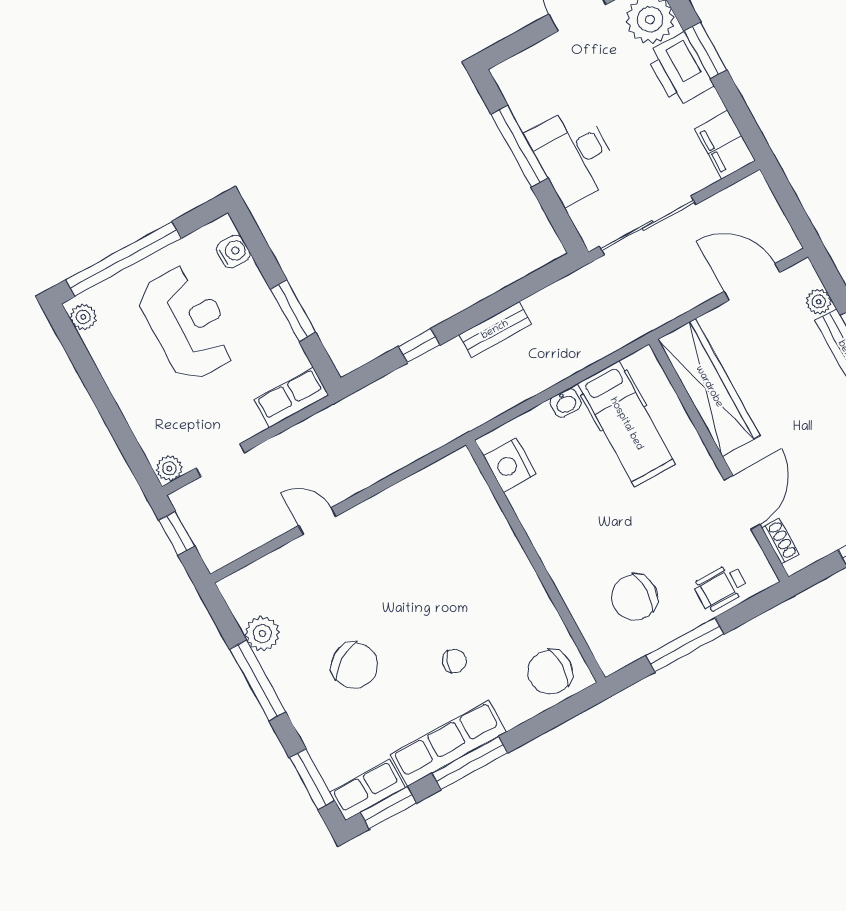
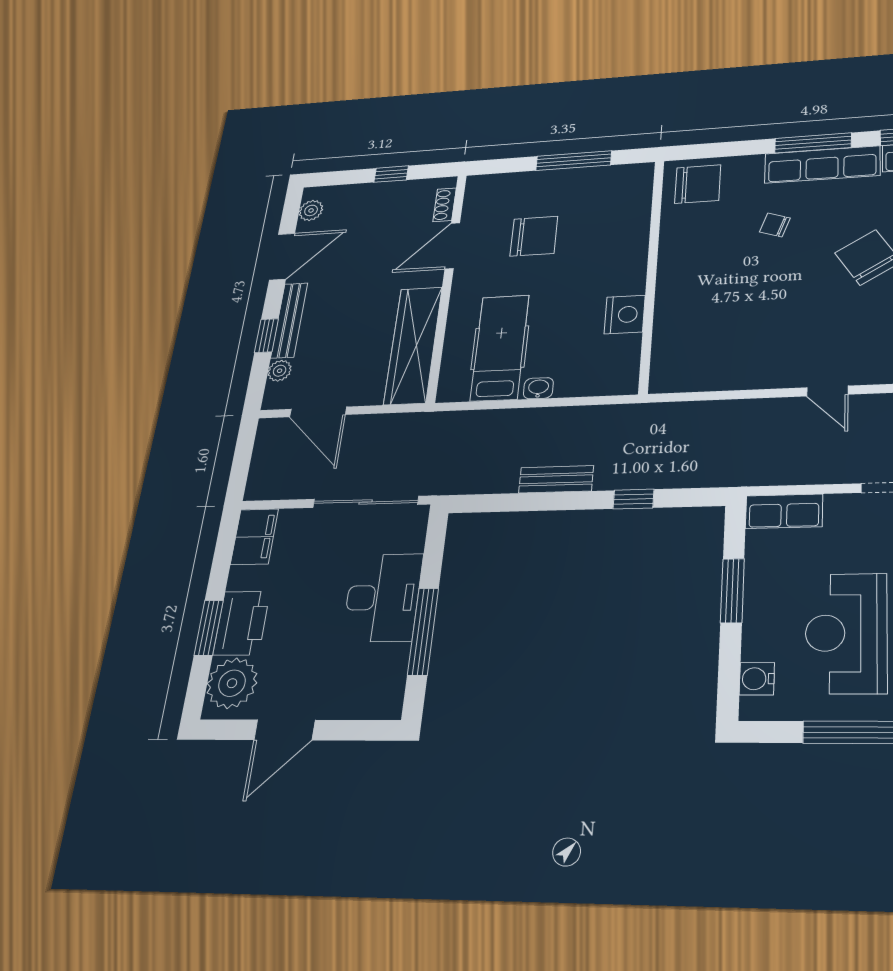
nightstand: (510, 465) -> (625, 315), moved
wheelchair: (721, 587) -> (515, 191), removed
chair: (634, 597) -> (534, 236), moved

